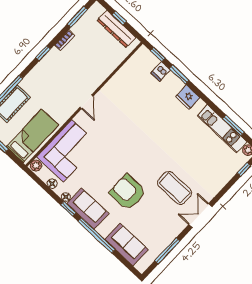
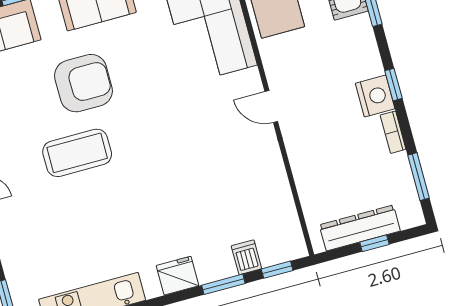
nightstand: (53, 58) -> (375, 96), added
coffee table: (175, 188) -> (77, 153), moved

